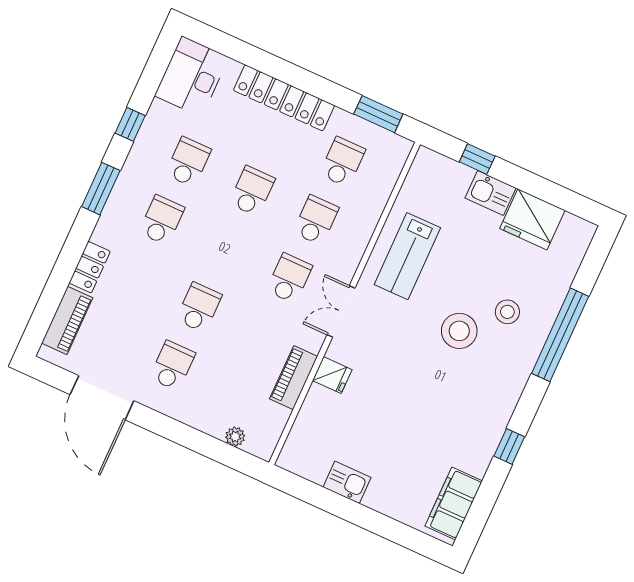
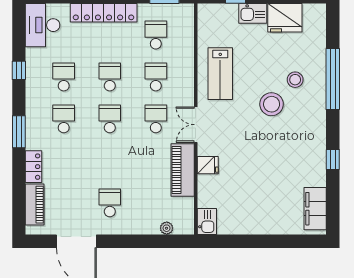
window: (101, 189) -> (19, 132), moved
school desk: (199, 307) -> (110, 119), moved
piano: (294, 378) -> (183, 170), width x1.37, depth x1.33
kitchen sink: (347, 482) -> (207, 221), moved, turned 90

